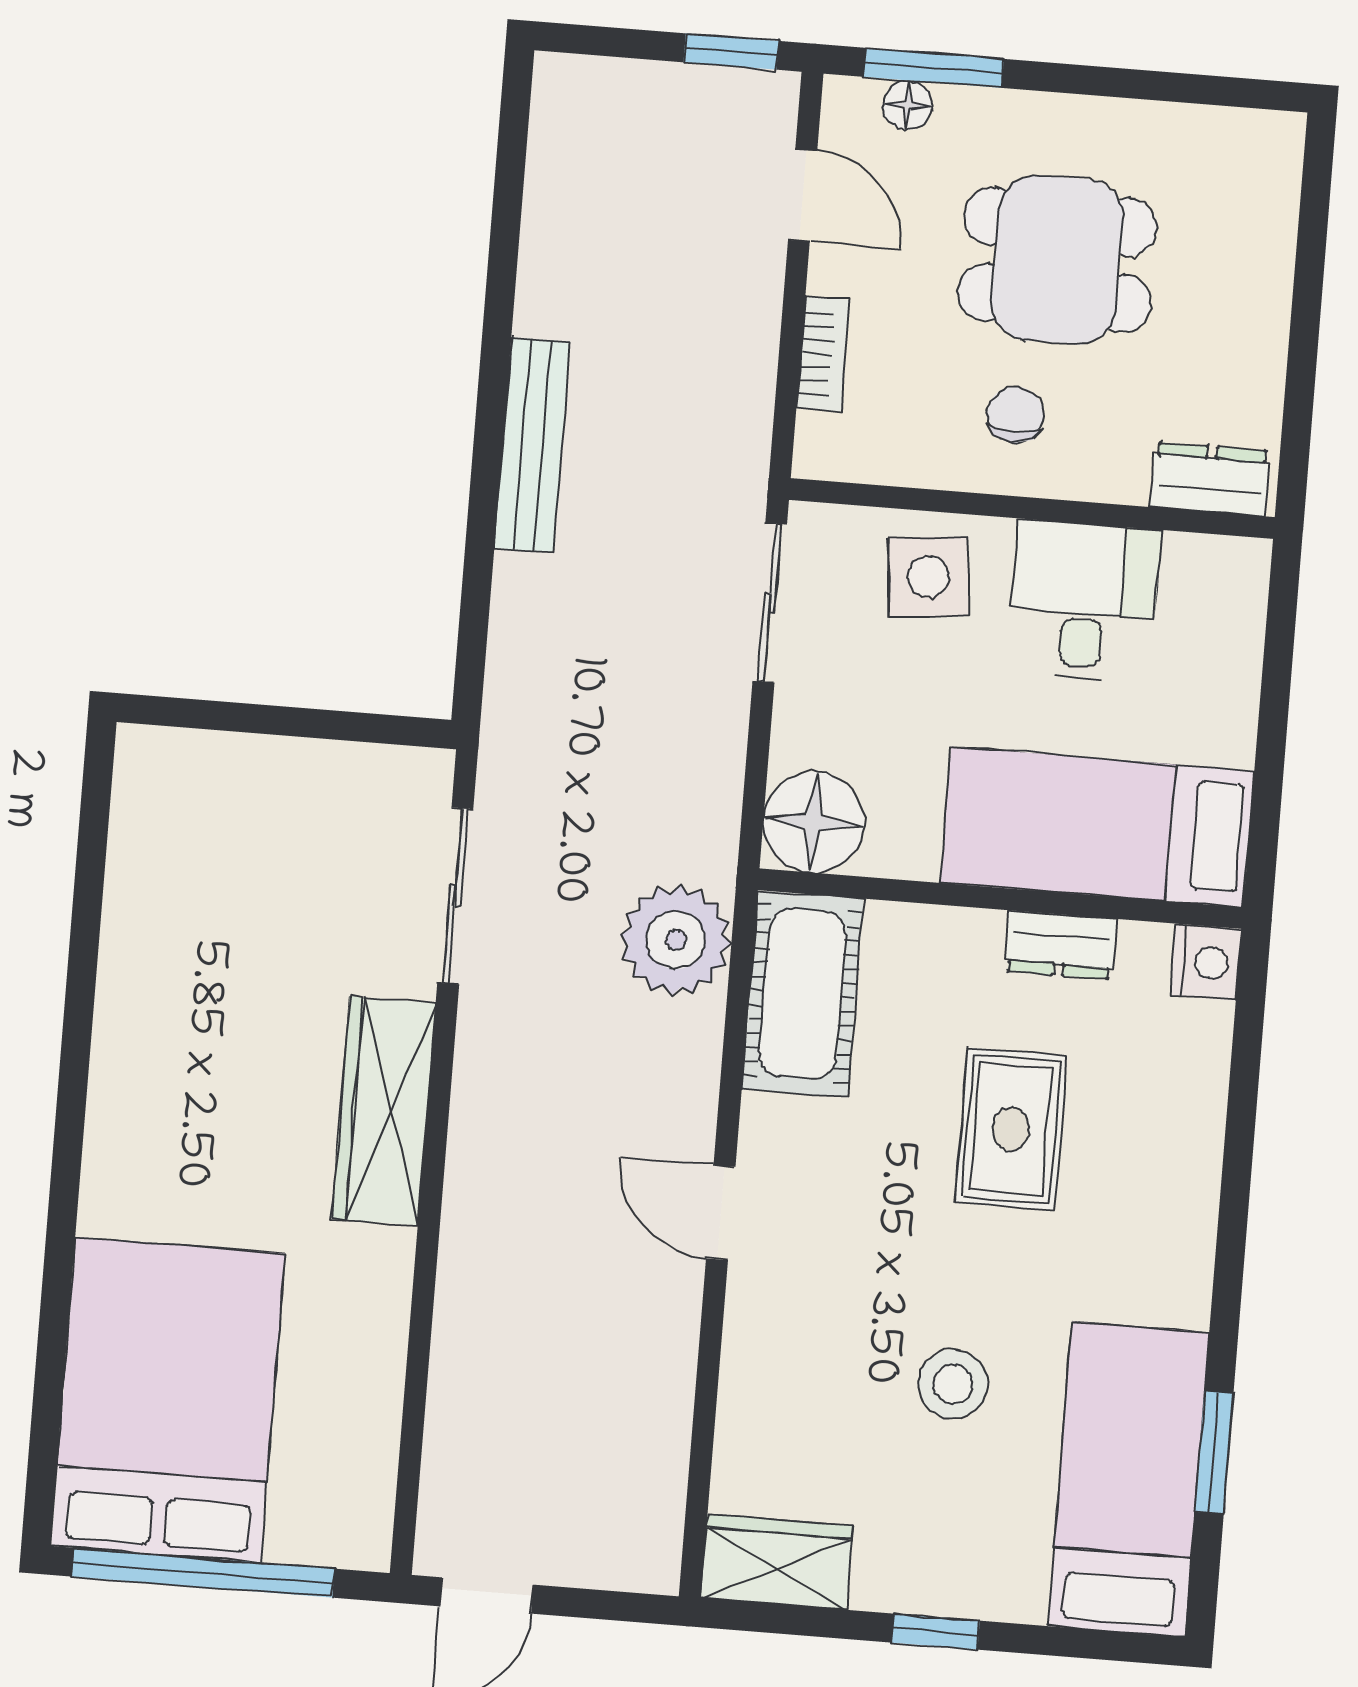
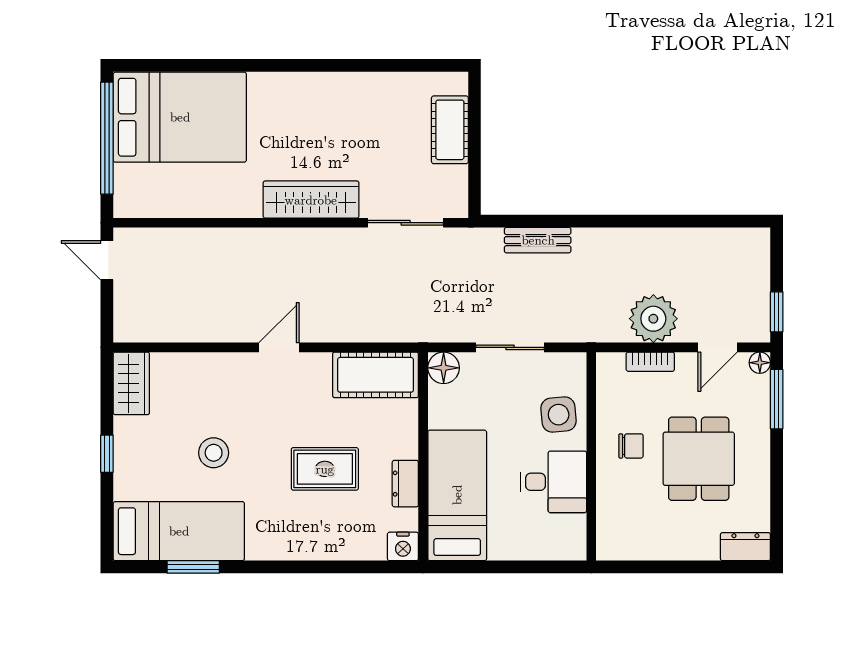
floor lamp: (908, 105) -> (760, 363), moved
bench: (532, 445) -> (538, 240), moved, width x0.73
dresser: (1210, 479) -> (745, 547), moved, turned -90
sliding door: (770, 603) -> (510, 347), moved
cot: (248, 776) -> (450, 130), added
floor lamp: (814, 822) -> (444, 368), width x0.73, depth x0.73
plant: (676, 940) -> (653, 319), moved

